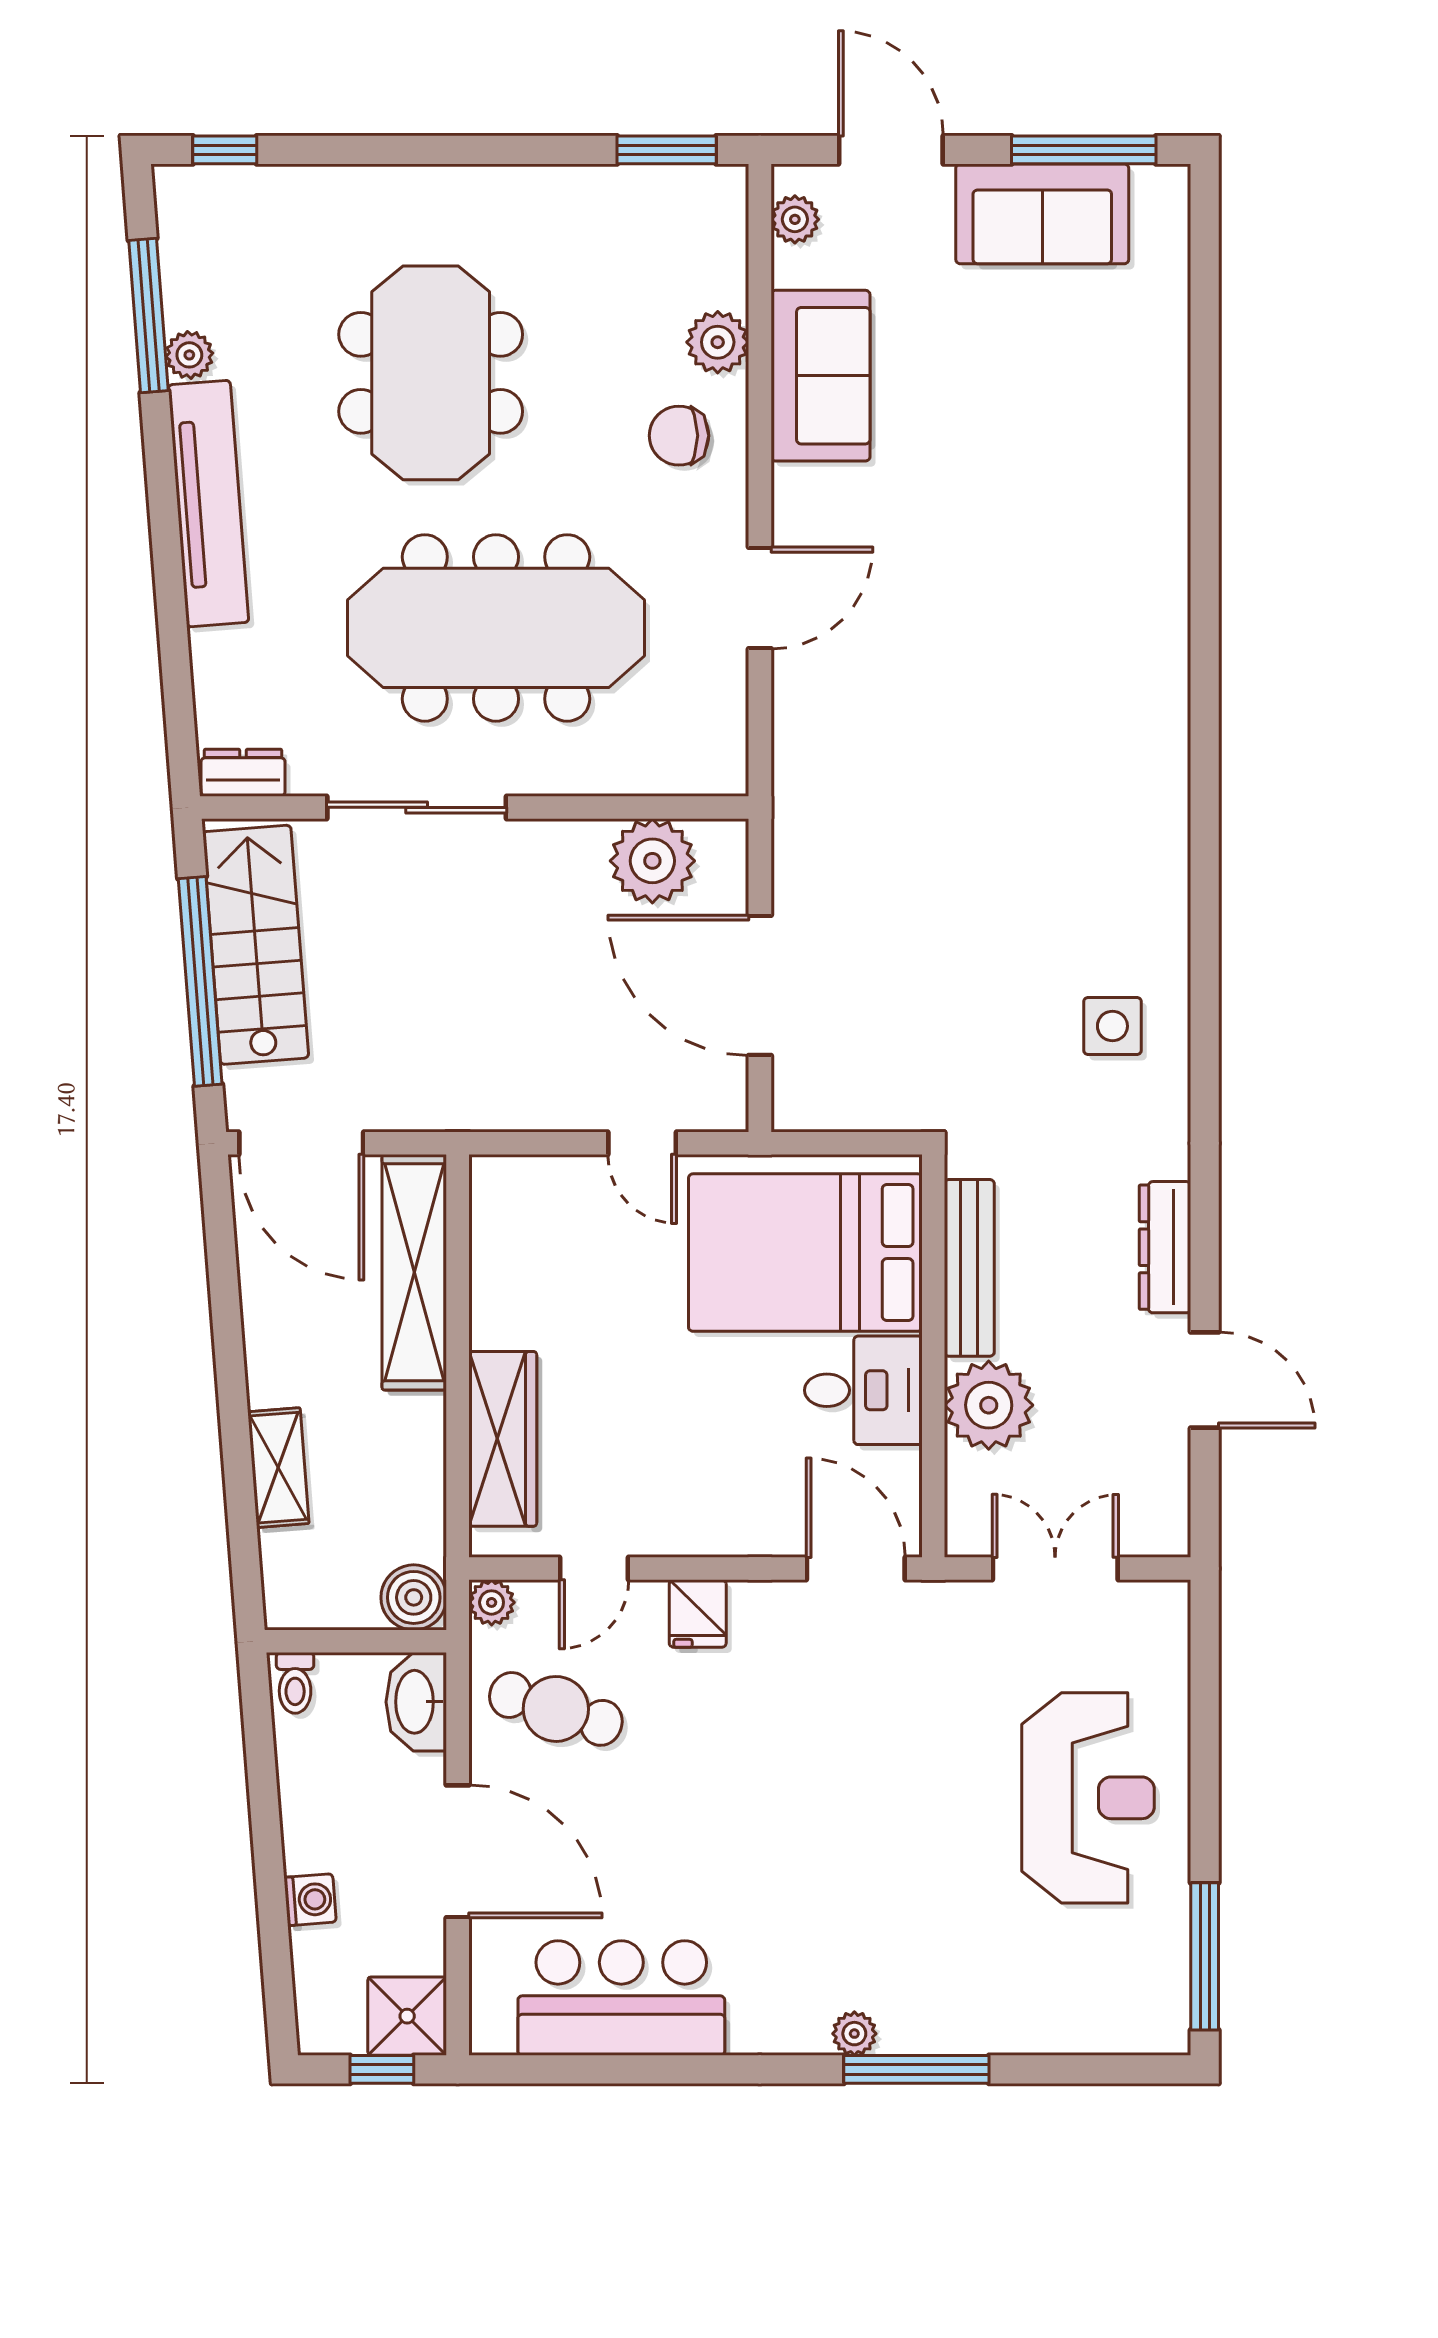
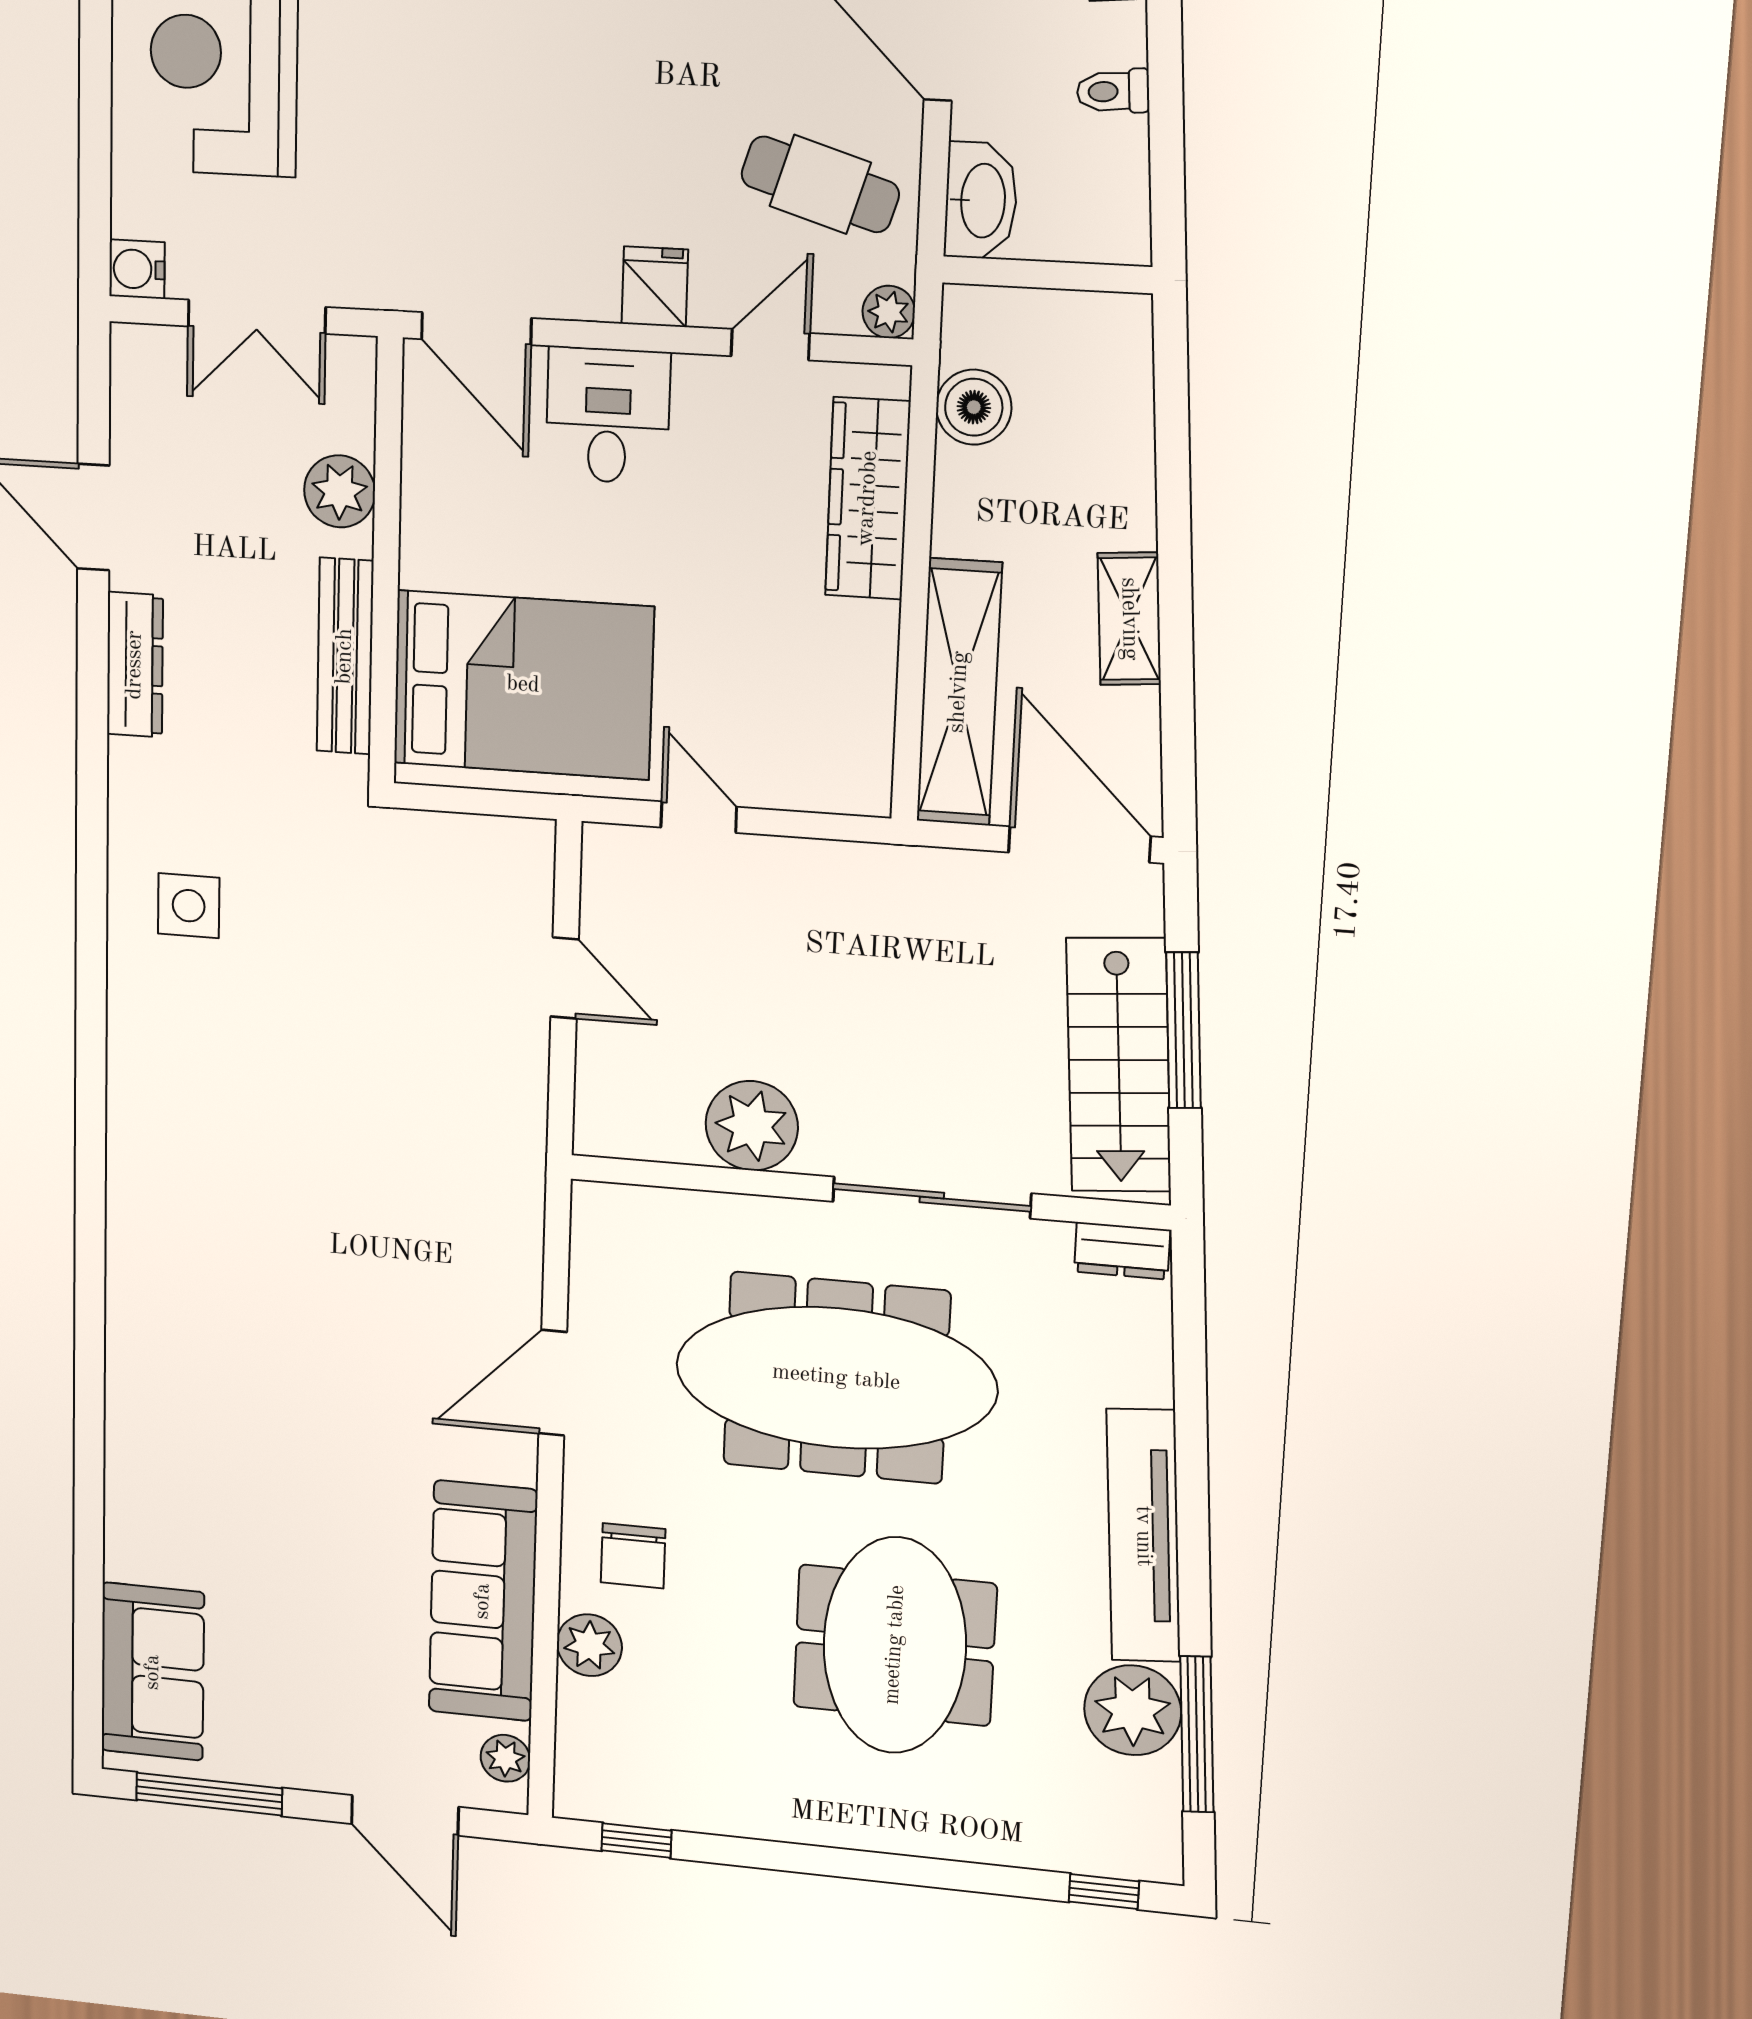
window: (667, 150) -> (636, 1841), width x0.67
sofa: (1042, 214) -> (153, 1672), moved, turned 90
plant: (189, 355) -> (1133, 1710), width x1.87, depth x1.87
sofa: (820, 376) -> (483, 1601), width x1.36
chair: (679, 436) -> (633, 1556), turned 90
plant: (652, 861) -> (752, 1126), moved
window: (200, 981) -> (1183, 1030), width x0.68
door: (760, 985) -> (565, 978), width x0.53
desk: (863, 1390) -> (608, 415), moved, turned 90
plant: (989, 1405) -> (340, 491), width x0.73, depth x0.73
shelving: (278, 1468) -> (1129, 619), moved
boiler: (414, 1597) -> (974, 407), moved
water cooler: (1165, 1605) -> (137, 269), added
toilet: (295, 1683) -> (1113, 91), moved, turned -94

